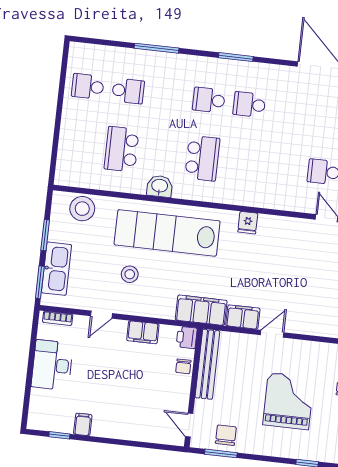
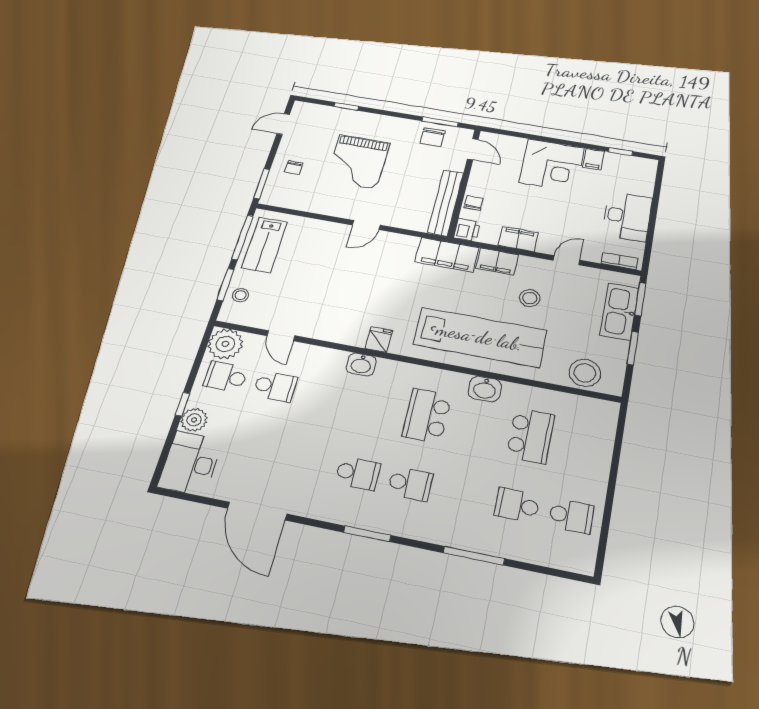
washbasin: (259, 198) -> (361, 364), added
filing cabinet: (243, 317) -> (497, 261), moved
corner desk: (119, 414) -> (552, 165), added

